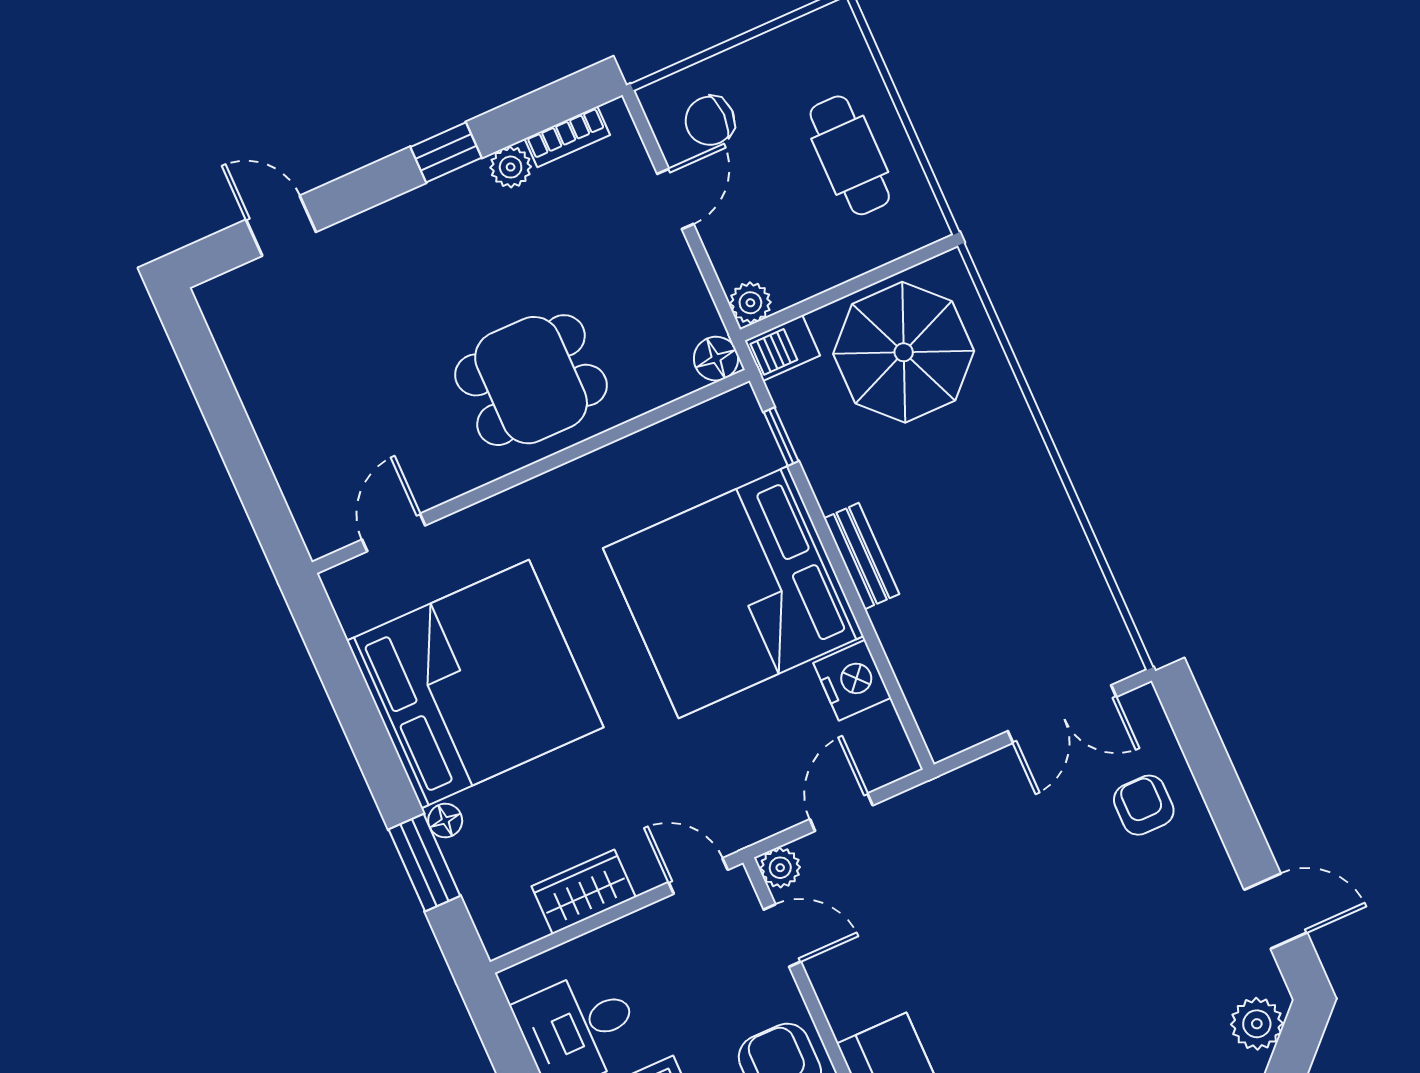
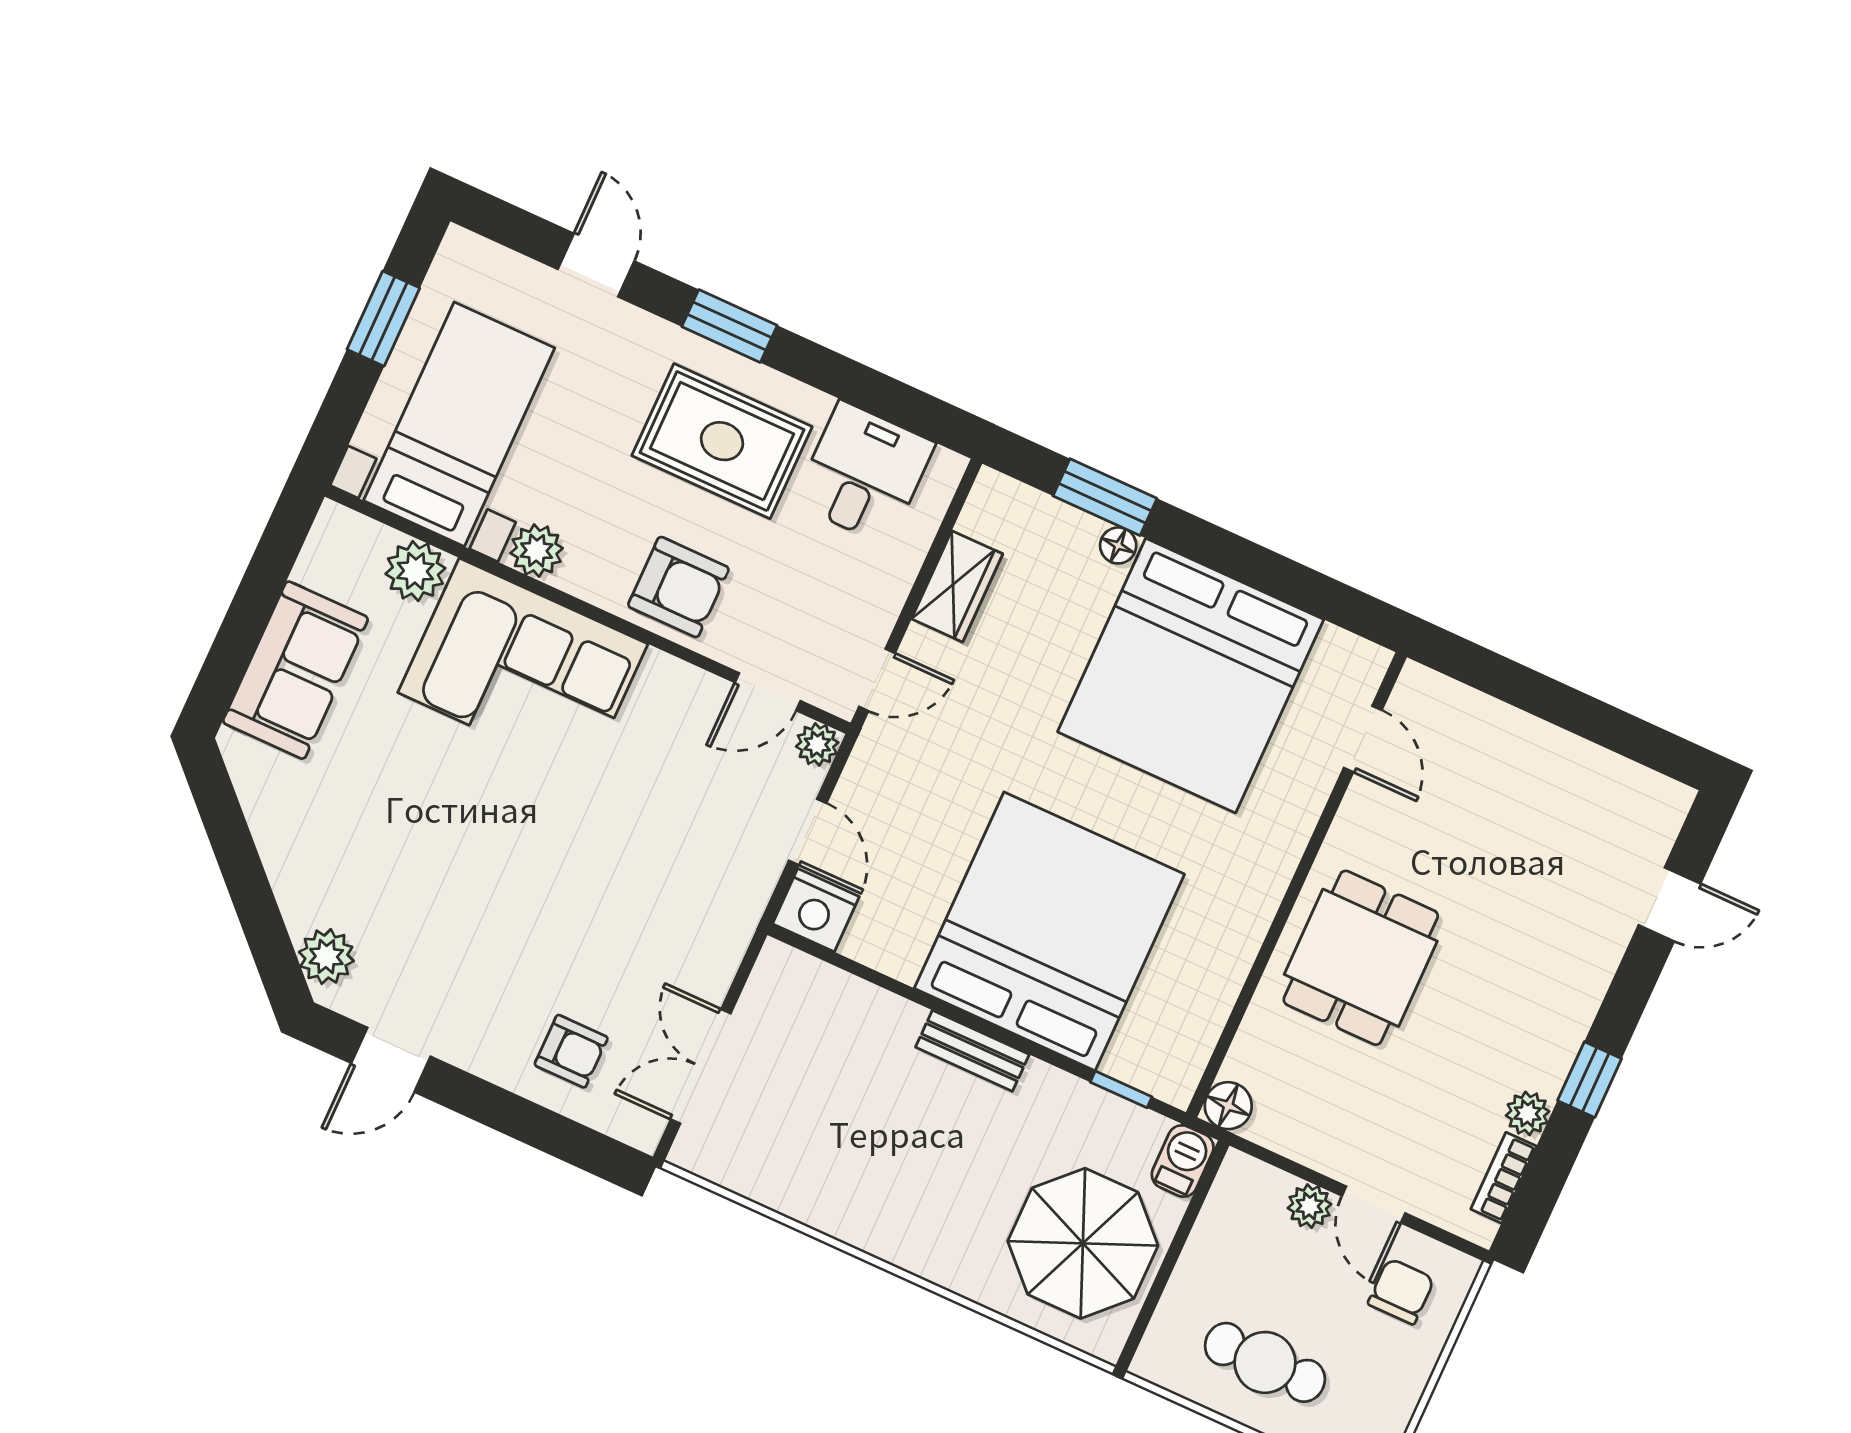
plant: (750, 303) -> (1310, 1206), moved
nightstand: (852, 680) -> (816, 910), moved

